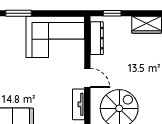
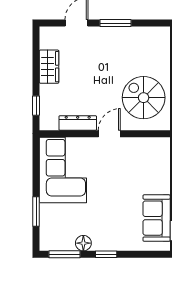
dresser: (97, 38) -> (78, 123), moved
tv unit: (78, 104) -> (139, 144), removed

